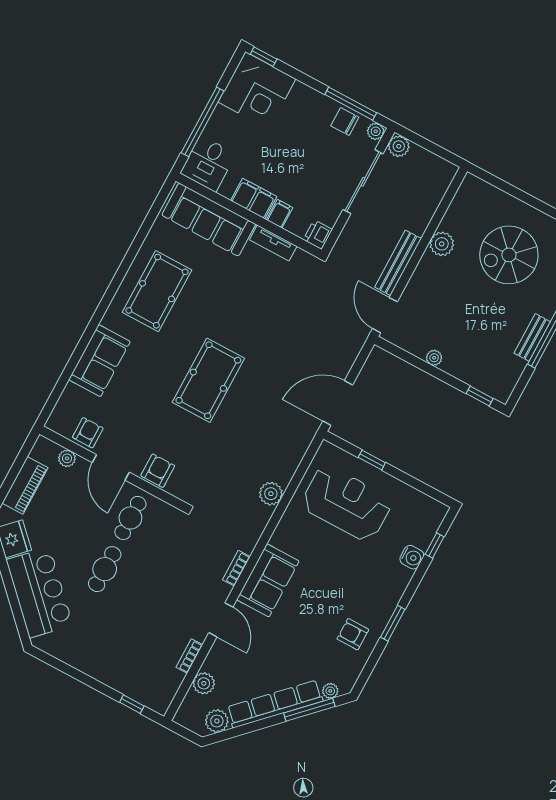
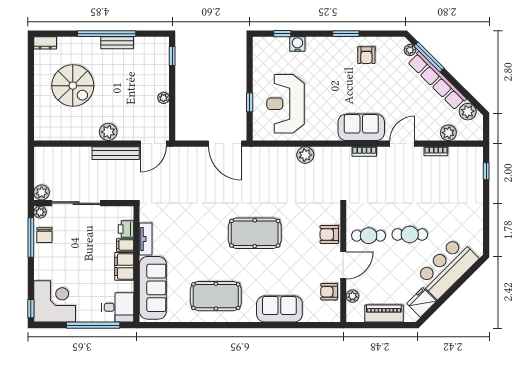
printer: (318, 235) -> (126, 229), moved, turned 90
plant: (442, 244) -> (108, 132), moved

